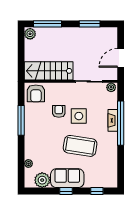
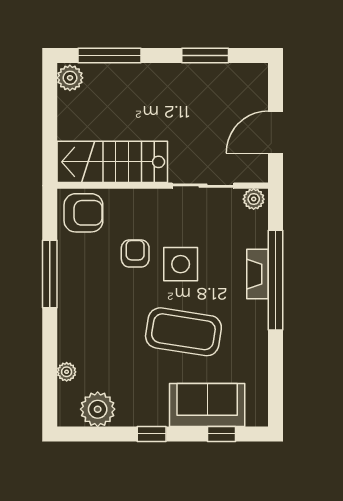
armchair: (36, 93) -> (83, 213), turned -90
sofa: (67, 178) -> (207, 405), moved

